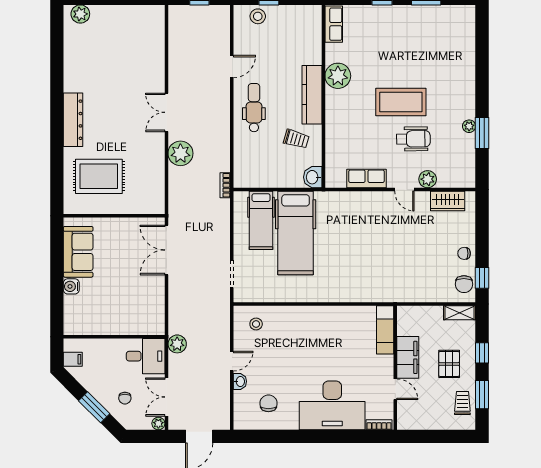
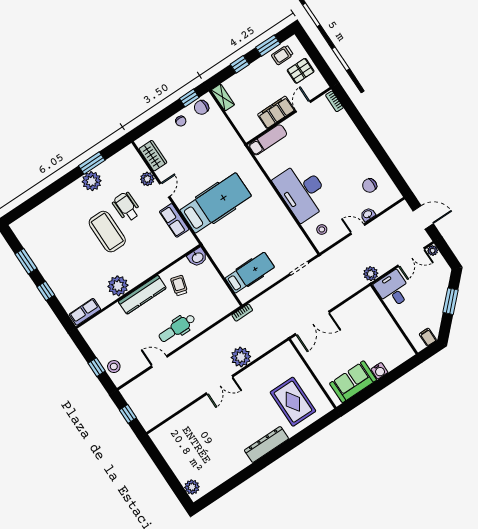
plant: (469, 126) -> (92, 181), width x1.87, depth x1.87
hospital bed: (296, 233) -> (216, 203), moved
chair: (464, 284) -> (202, 107), turned 180
pallet: (449, 364) -> (301, 71), moved
chair: (125, 398) -> (431, 284), removed
desk: (332, 405) -> (302, 191), moved, turned 180

